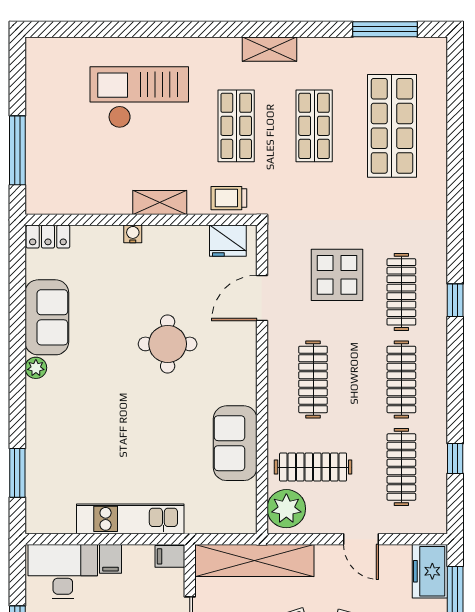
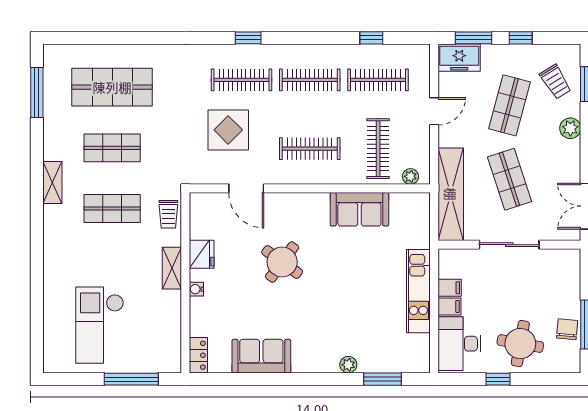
checkout: (139, 97) -> (100, 325), moved
fridge: (228, 241) -> (202, 254), moved
round table: (168, 344) -> (282, 262), turned 36
plant: (36, 368) -> (348, 365), moved
plant: (286, 509) -> (410, 176), width x0.53, depth x0.53
filing cabinet: (170, 556) -> (450, 288), moved, turned -90

